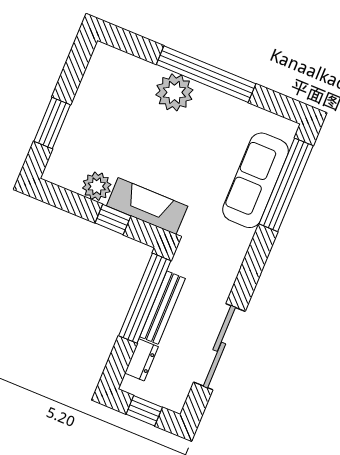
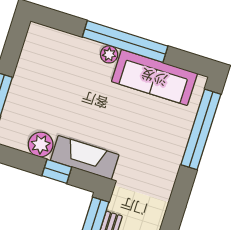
plant: (174, 92) -> (109, 54), width x0.53, depth x0.53
sofa: (256, 180) -> (154, 77), moved, turned -90

